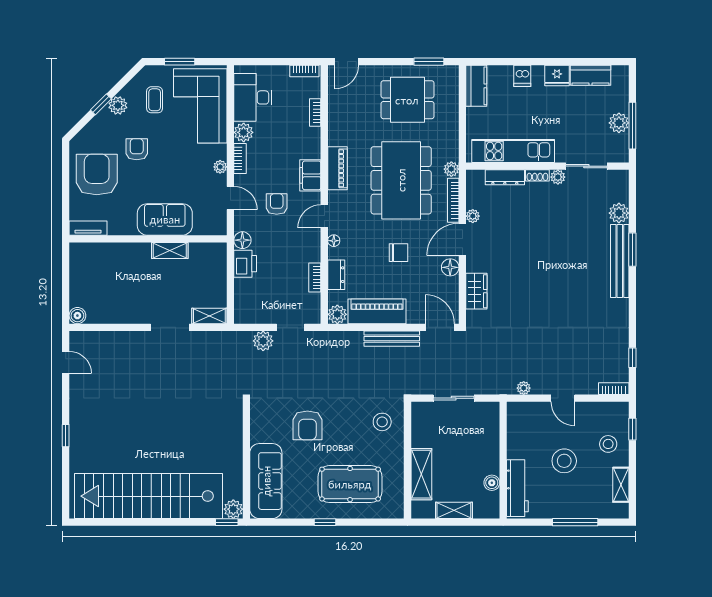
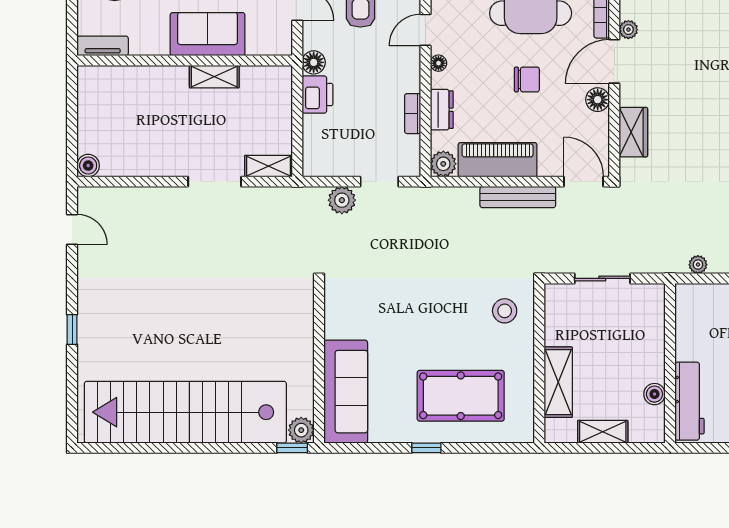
armchair: (307, 425) -> (403, 316), removed

